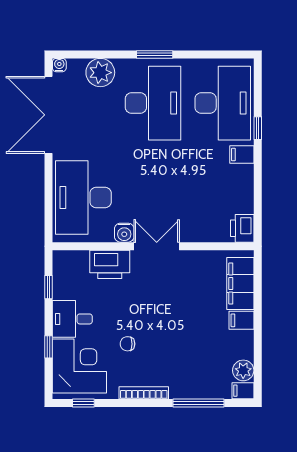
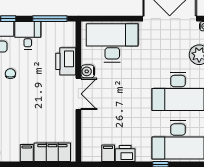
filing cabinet: (242, 155) -> (108, 153), moved
printer: (242, 228) -> (125, 154), moved
window: (48, 287) -> (50, 19), width x2.17

